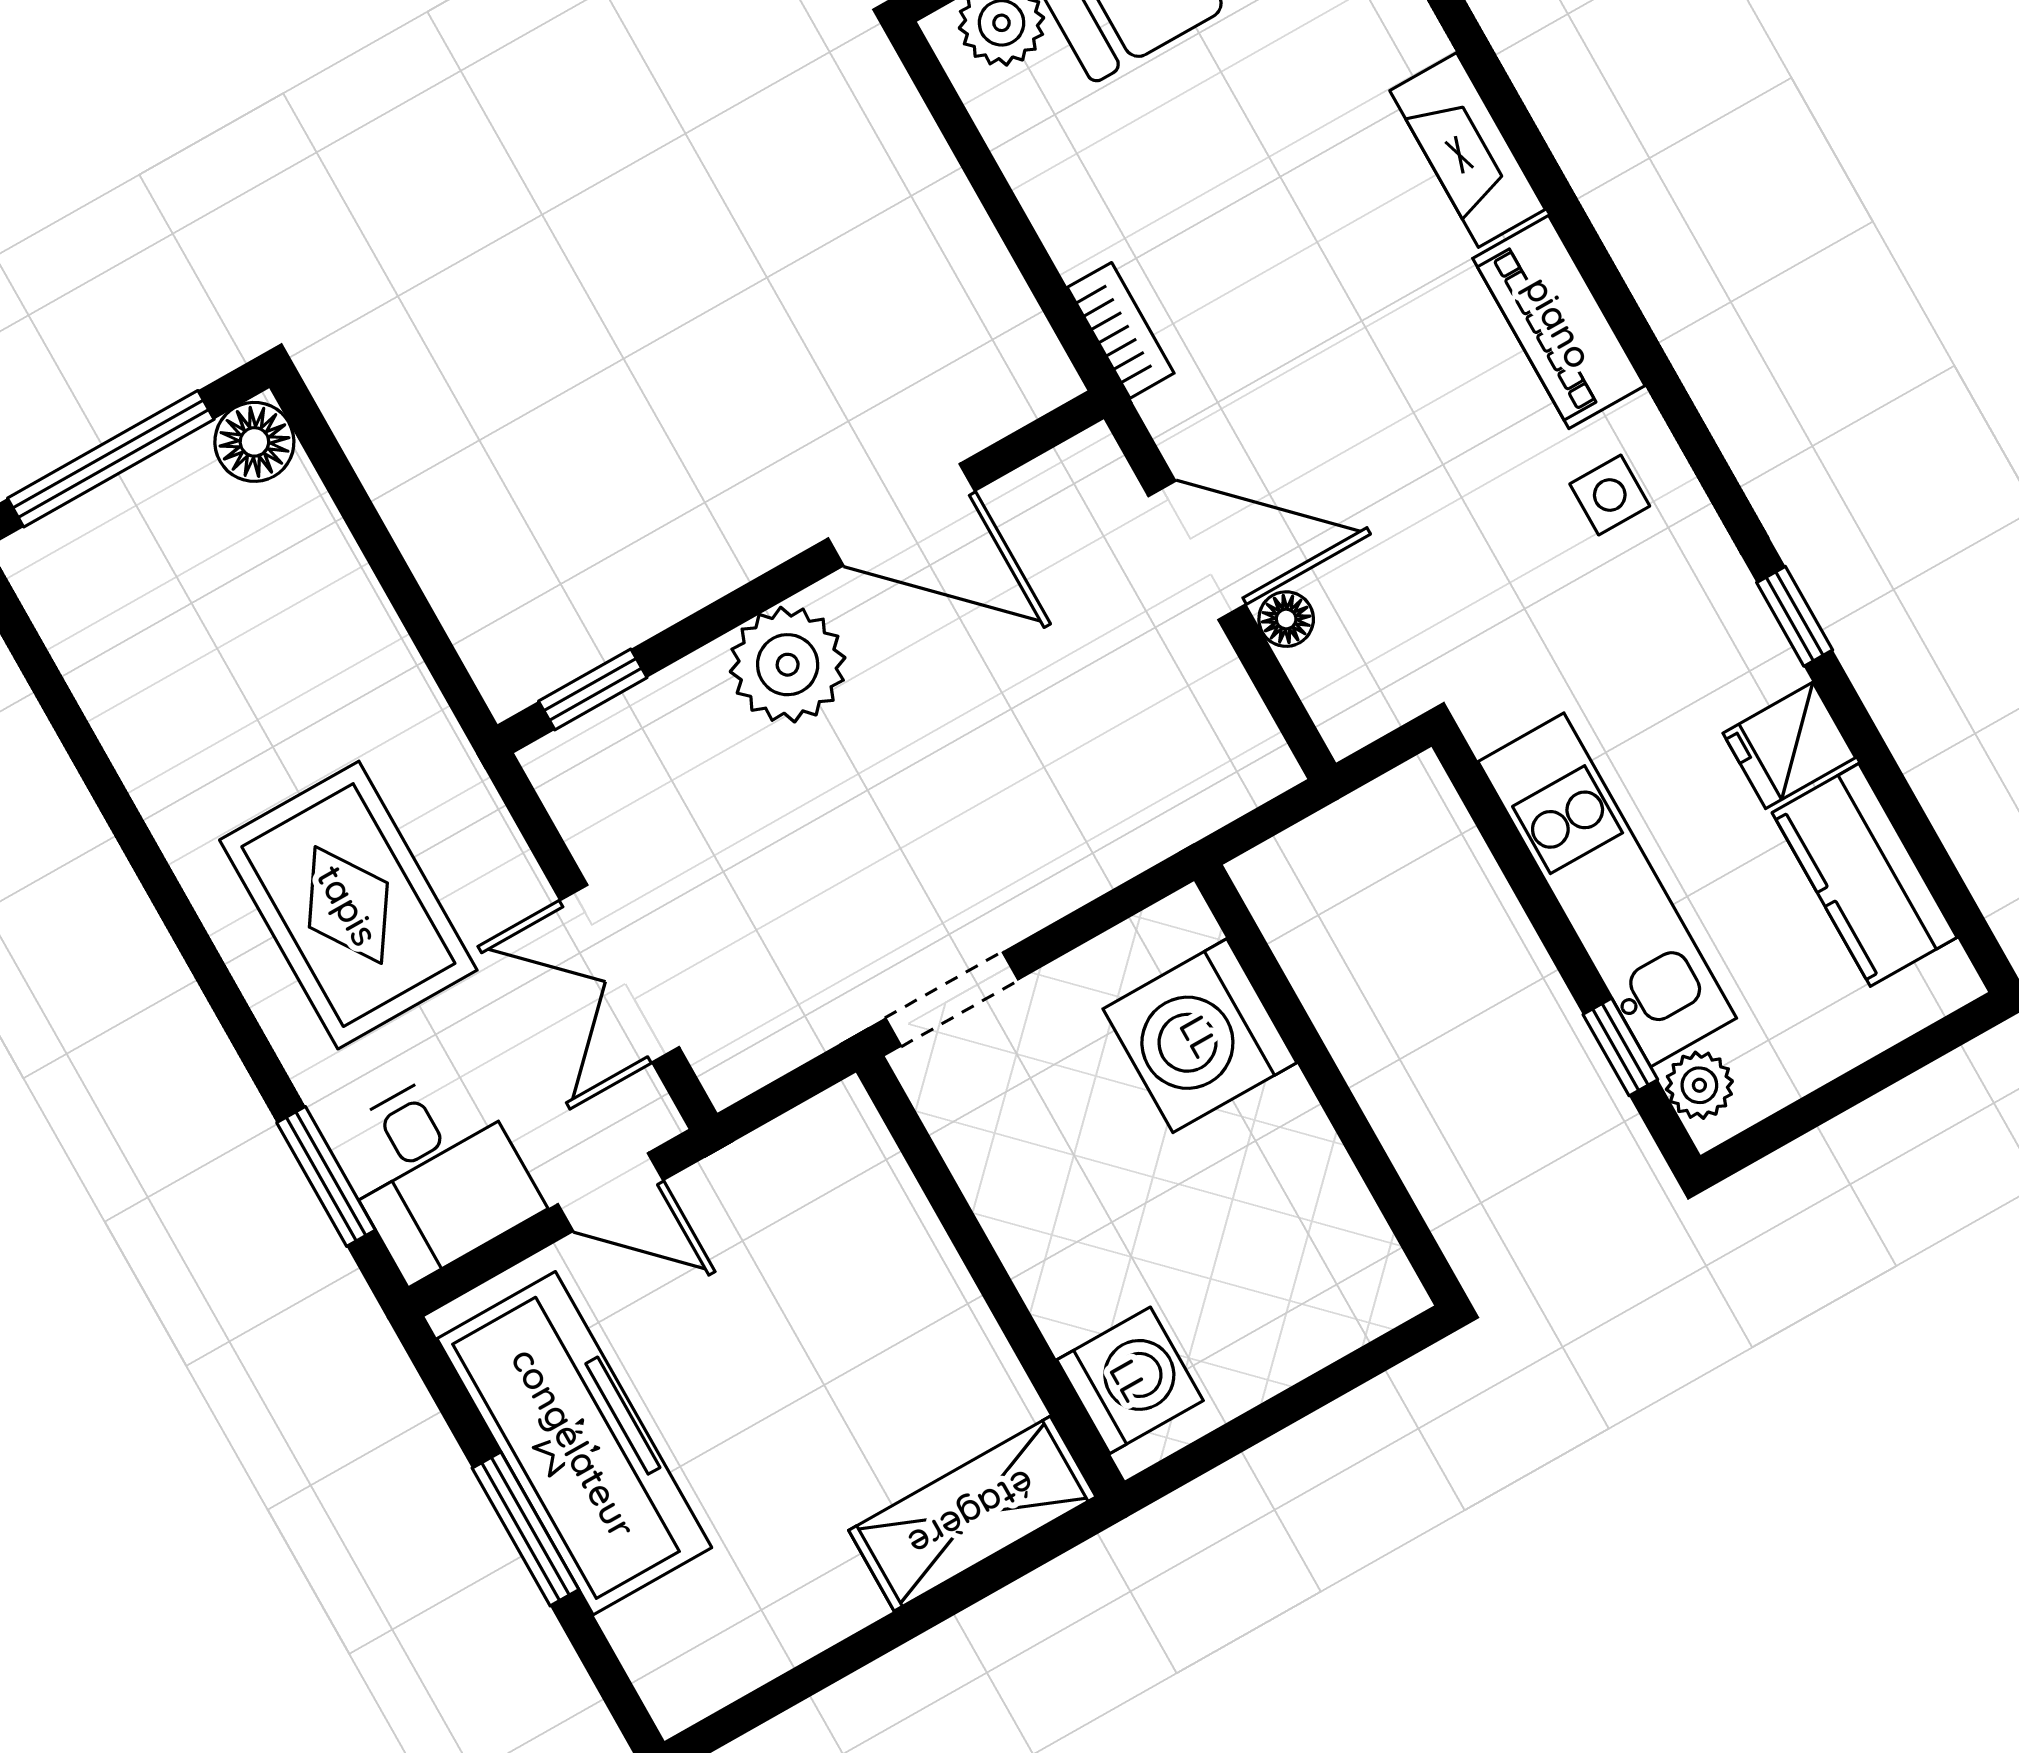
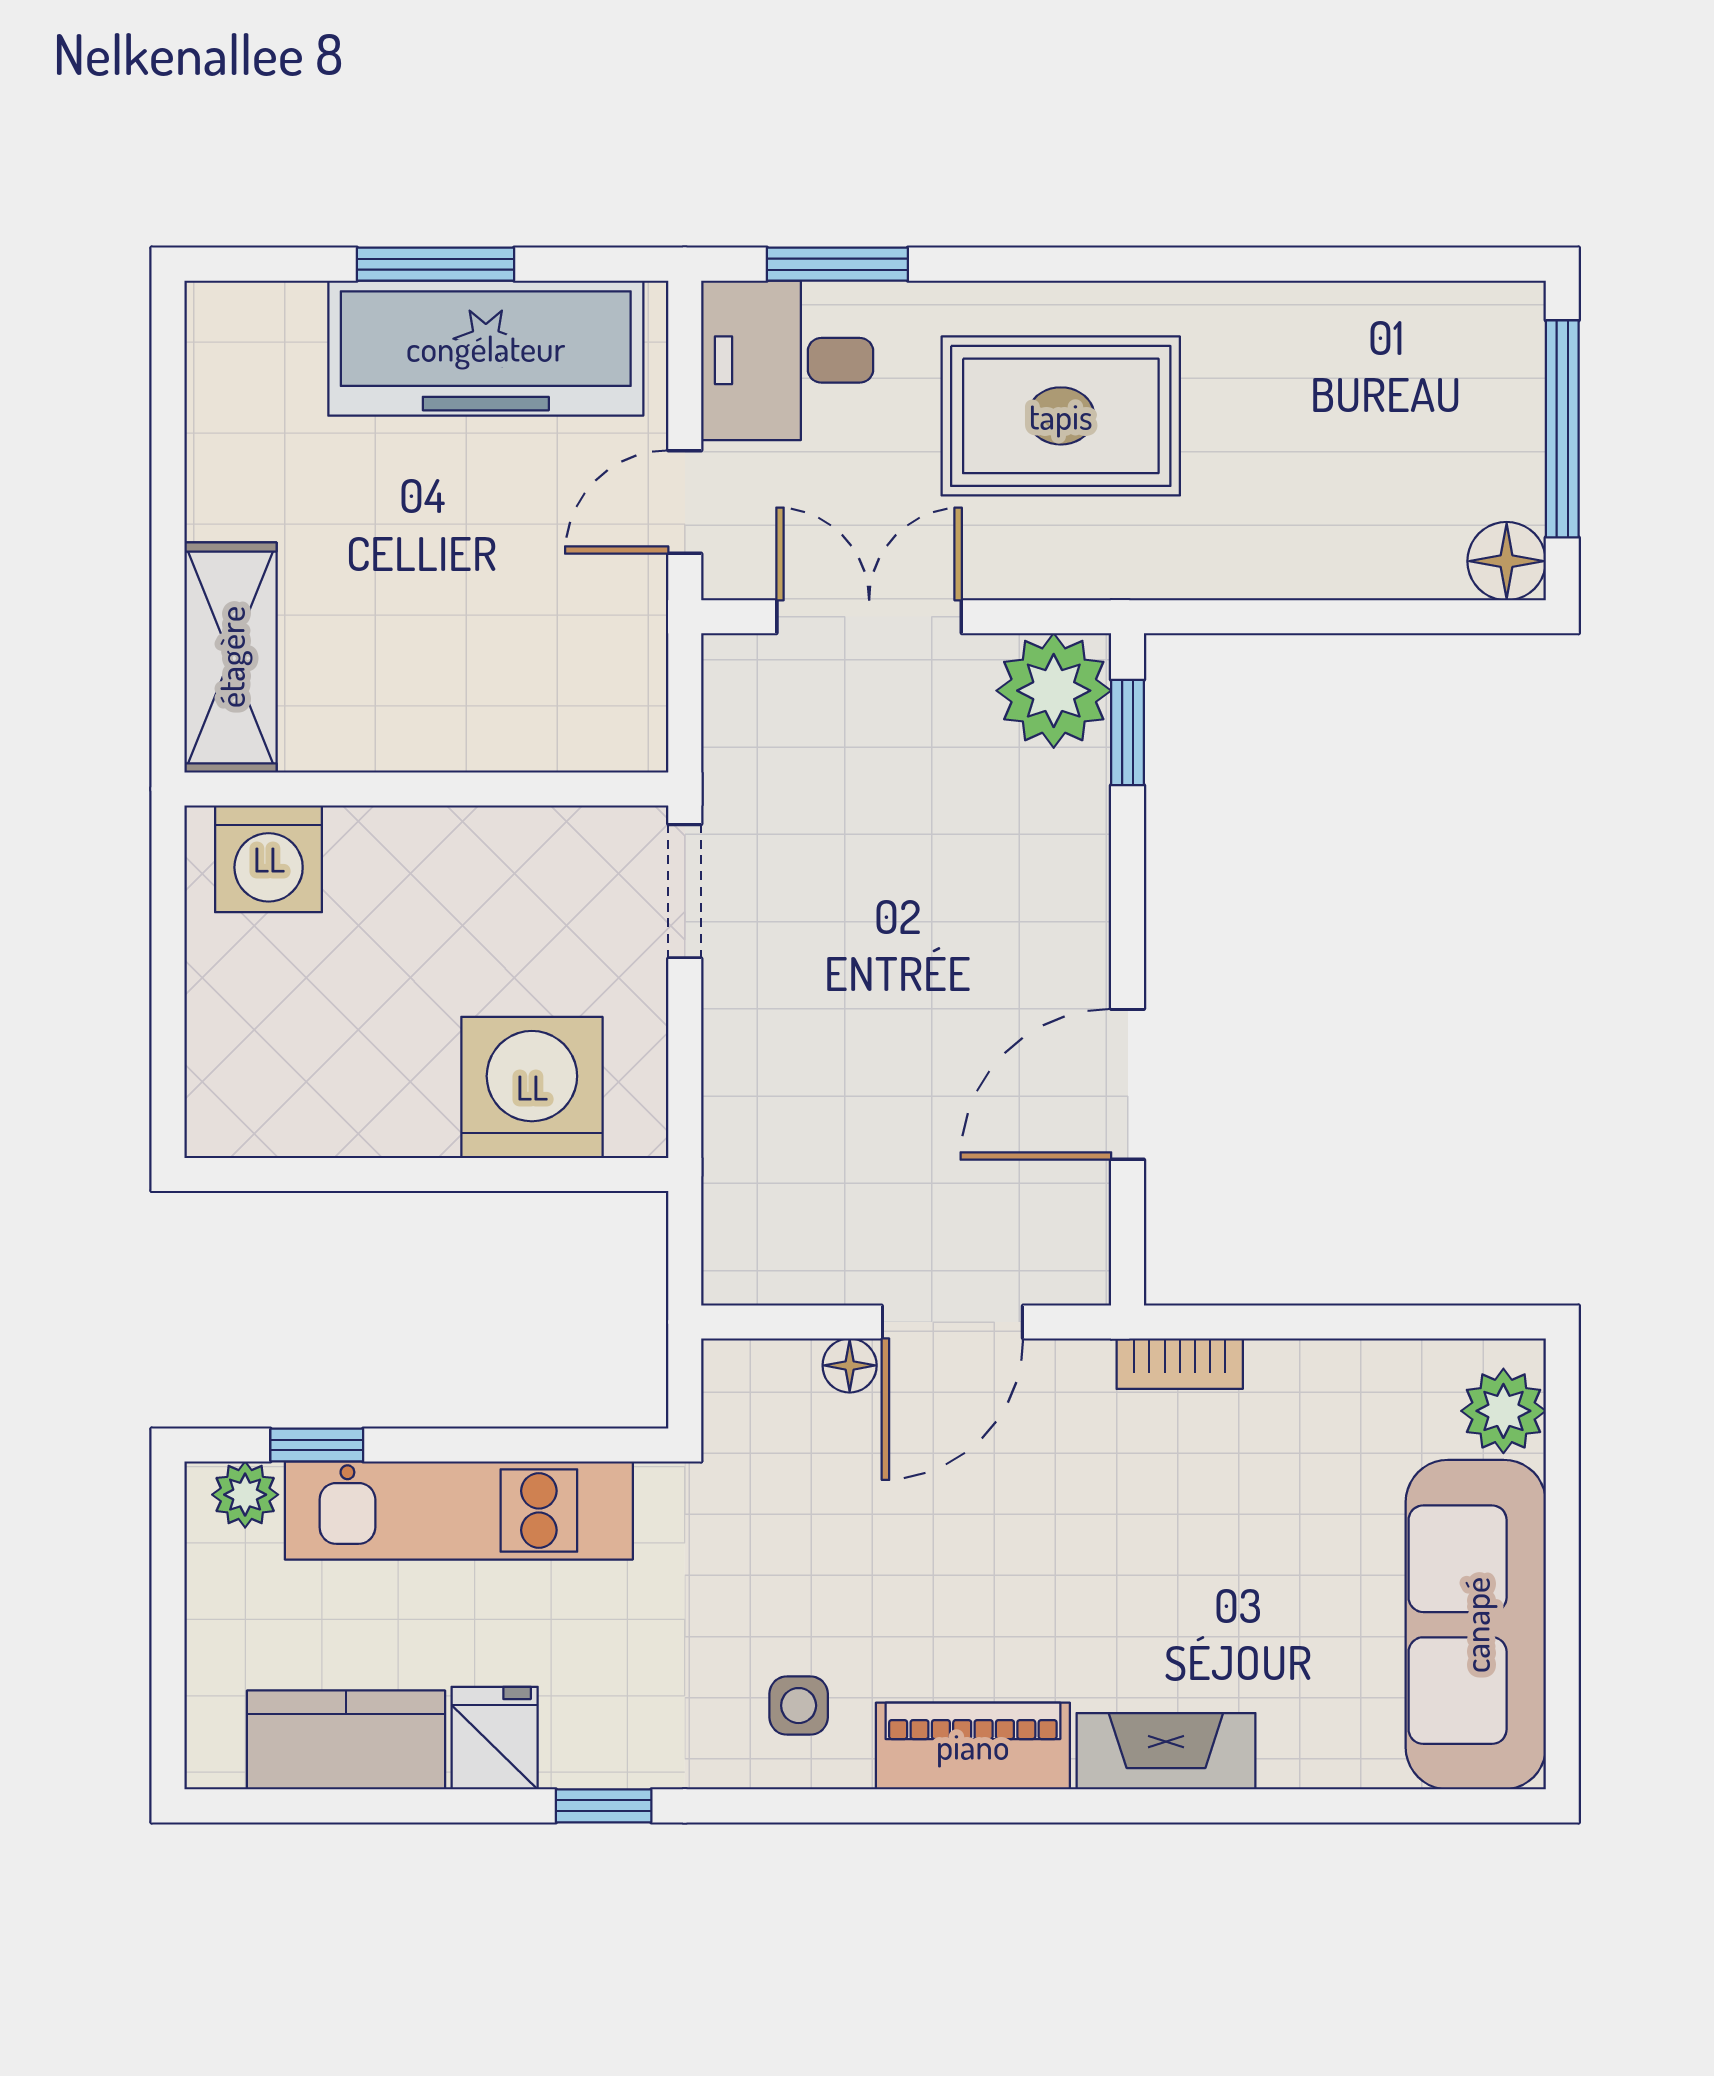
plant: (788, 665) -> (1054, 691), moved

